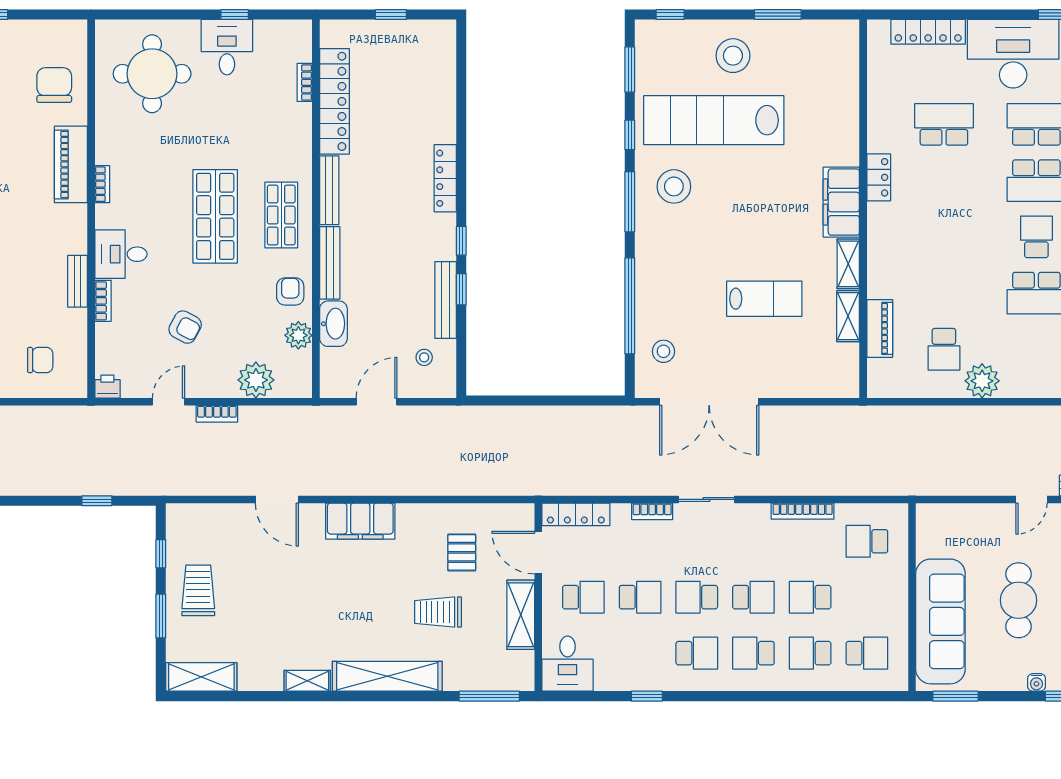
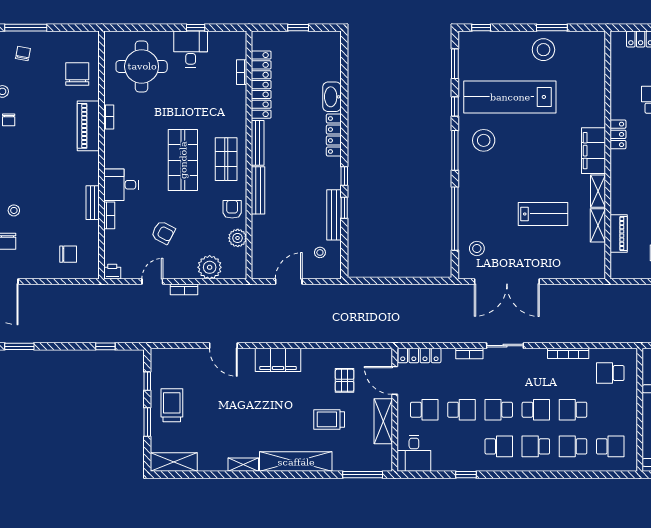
stool: (733, 56) -> (543, 50), moved
bookcase: (102, 184) -> (109, 117), moved
washbasin: (333, 324) -> (332, 97), moved, turned 180

